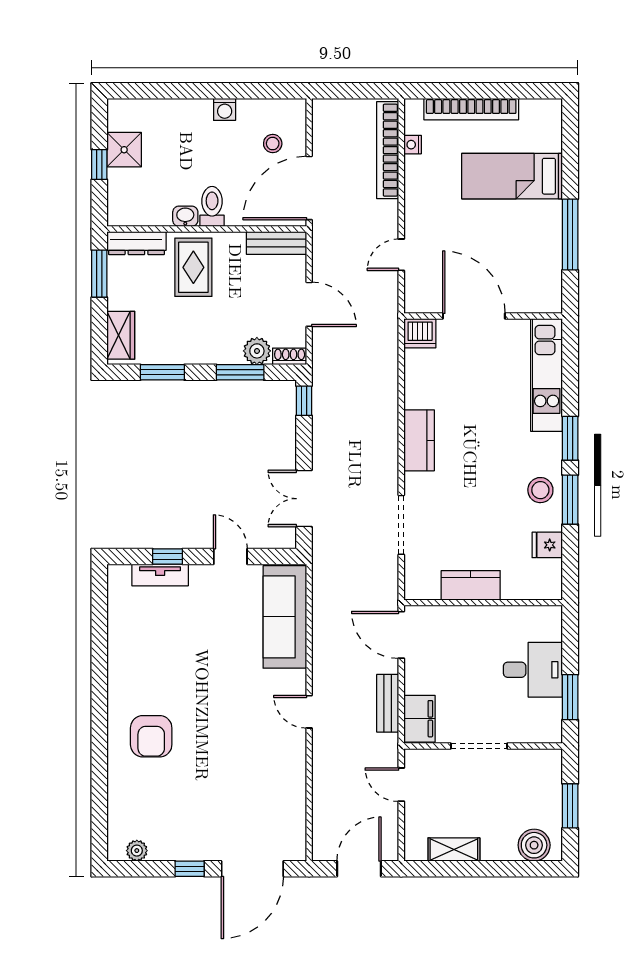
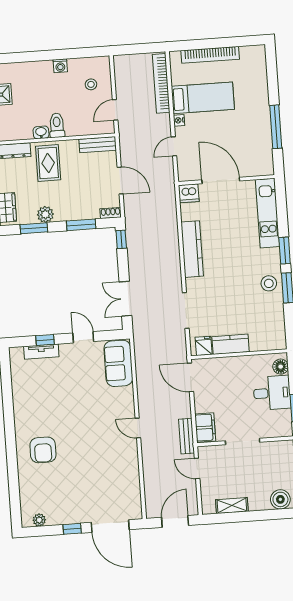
nightstand: (413, 145) -> (179, 120), moved
bed: (512, 176) -> (203, 98), moved, turned 180
door: (309, 188) -> (115, 110), width x0.53
plant: (257, 351) -> (45, 214), moved
kitchen counter: (419, 440) -> (192, 249), width x1.50
fridge: (547, 545) -> (204, 346), moved, turned 90
sofa: (285, 617) -> (118, 363), width x0.73
floor lamp: (550, 628) -> (281, 367), added
bench: (388, 703) -> (186, 436), moved
door: (252, 869) -> (110, 526), hinge flipped

